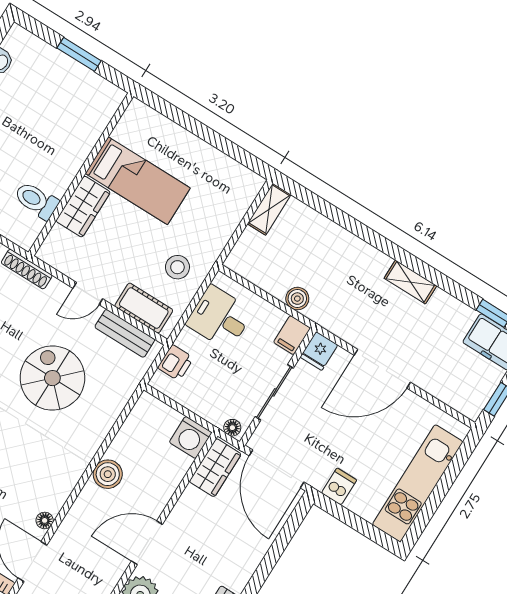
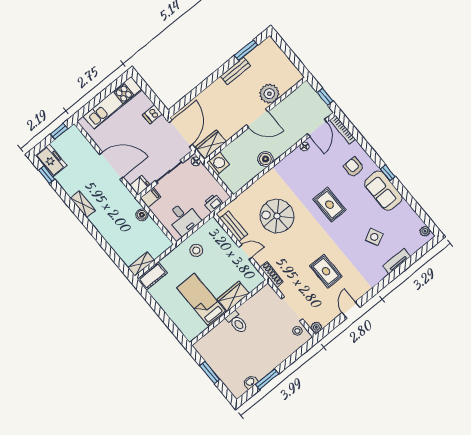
toilet: (36, 200) -> (237, 322), moved
cot: (144, 308) -> (152, 276), moved, turned 90
spiral stairs: (52, 378) -> (277, 216), turned 90

